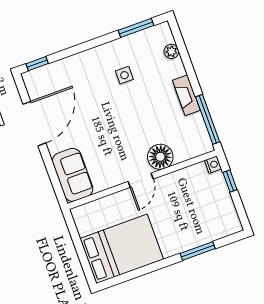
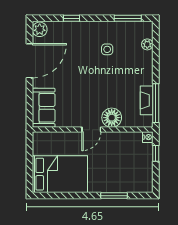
window: (37, 64) -> (71, 18), moved
plant: (33, 81) -> (40, 29), added
fireplace: (186, 95) -> (147, 100), moved

